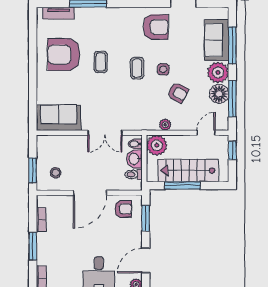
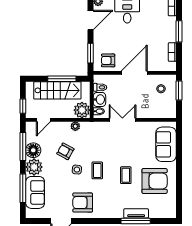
tv unit: (59, 13) -> (136, 213), moved
sofa: (59, 118) -> (166, 144), moved, turned 90

